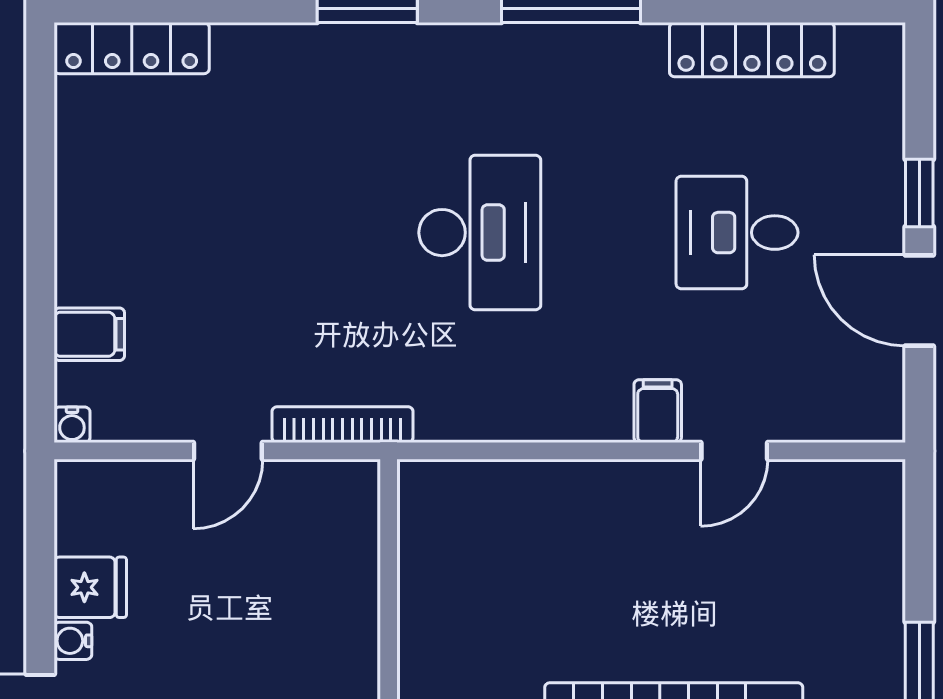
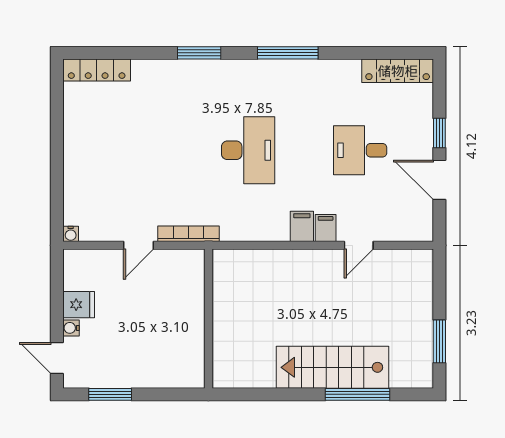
locker: (752, 50) -> (398, 71), moved
filing cabinet: (89, 334) -> (302, 226), moved, turned -90

